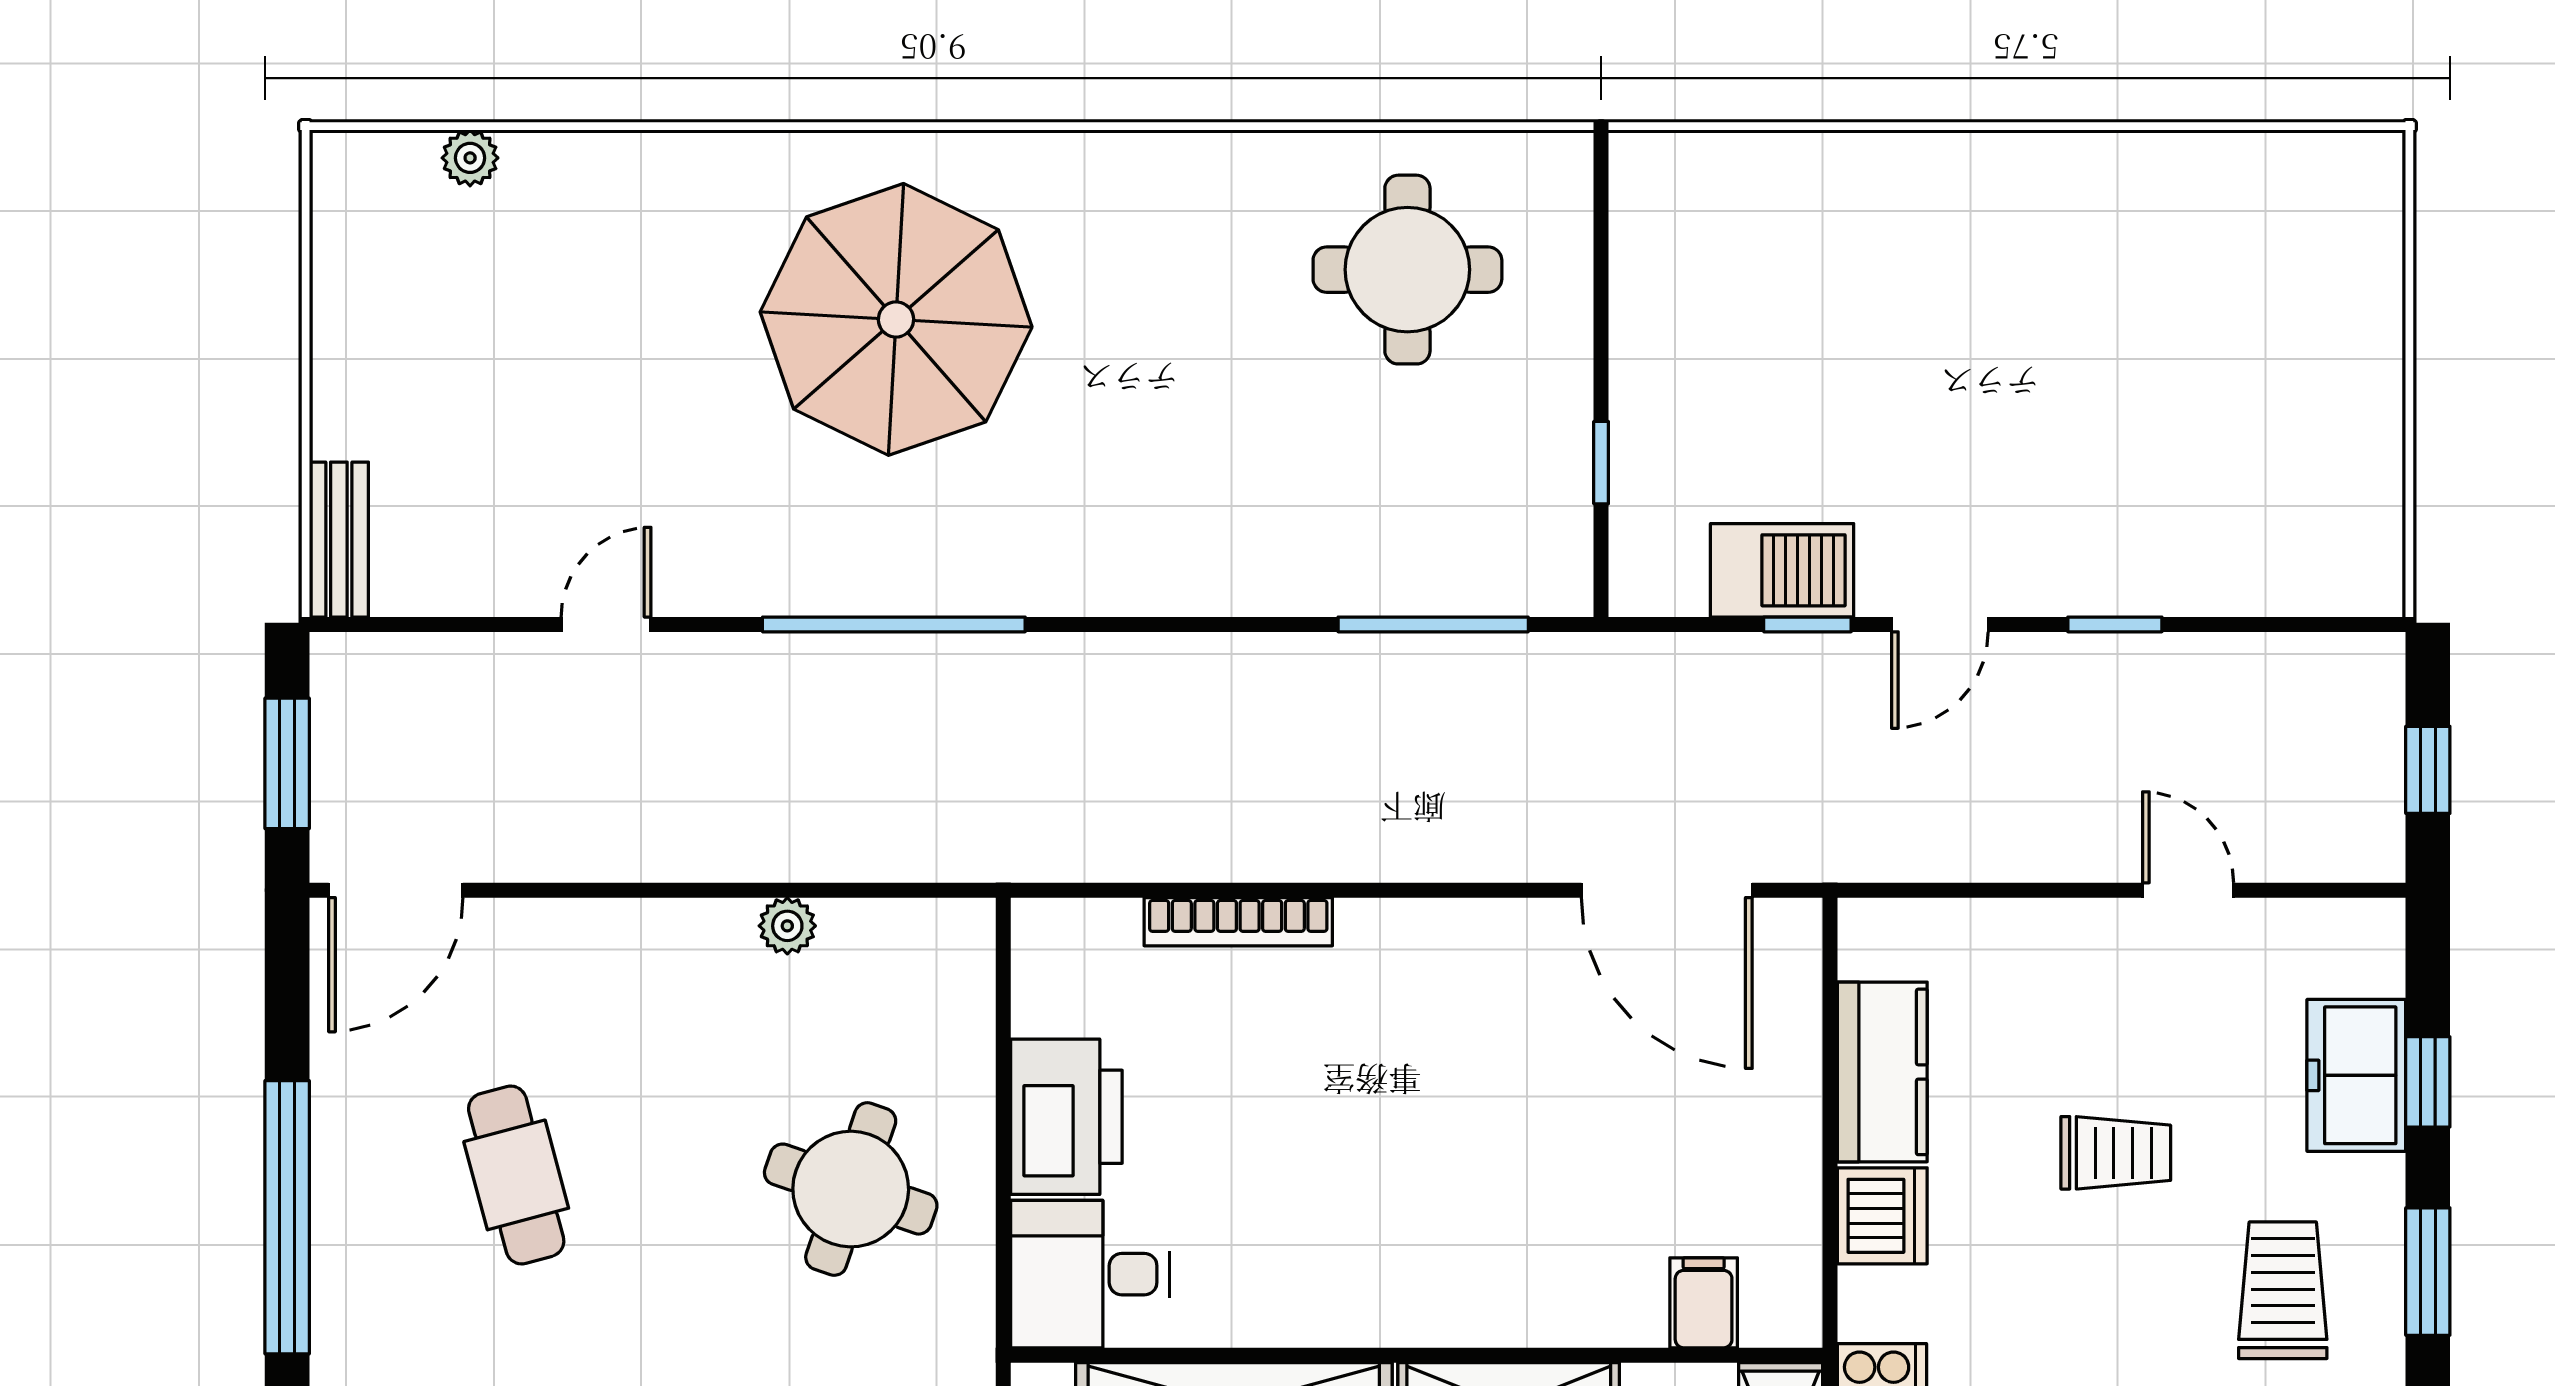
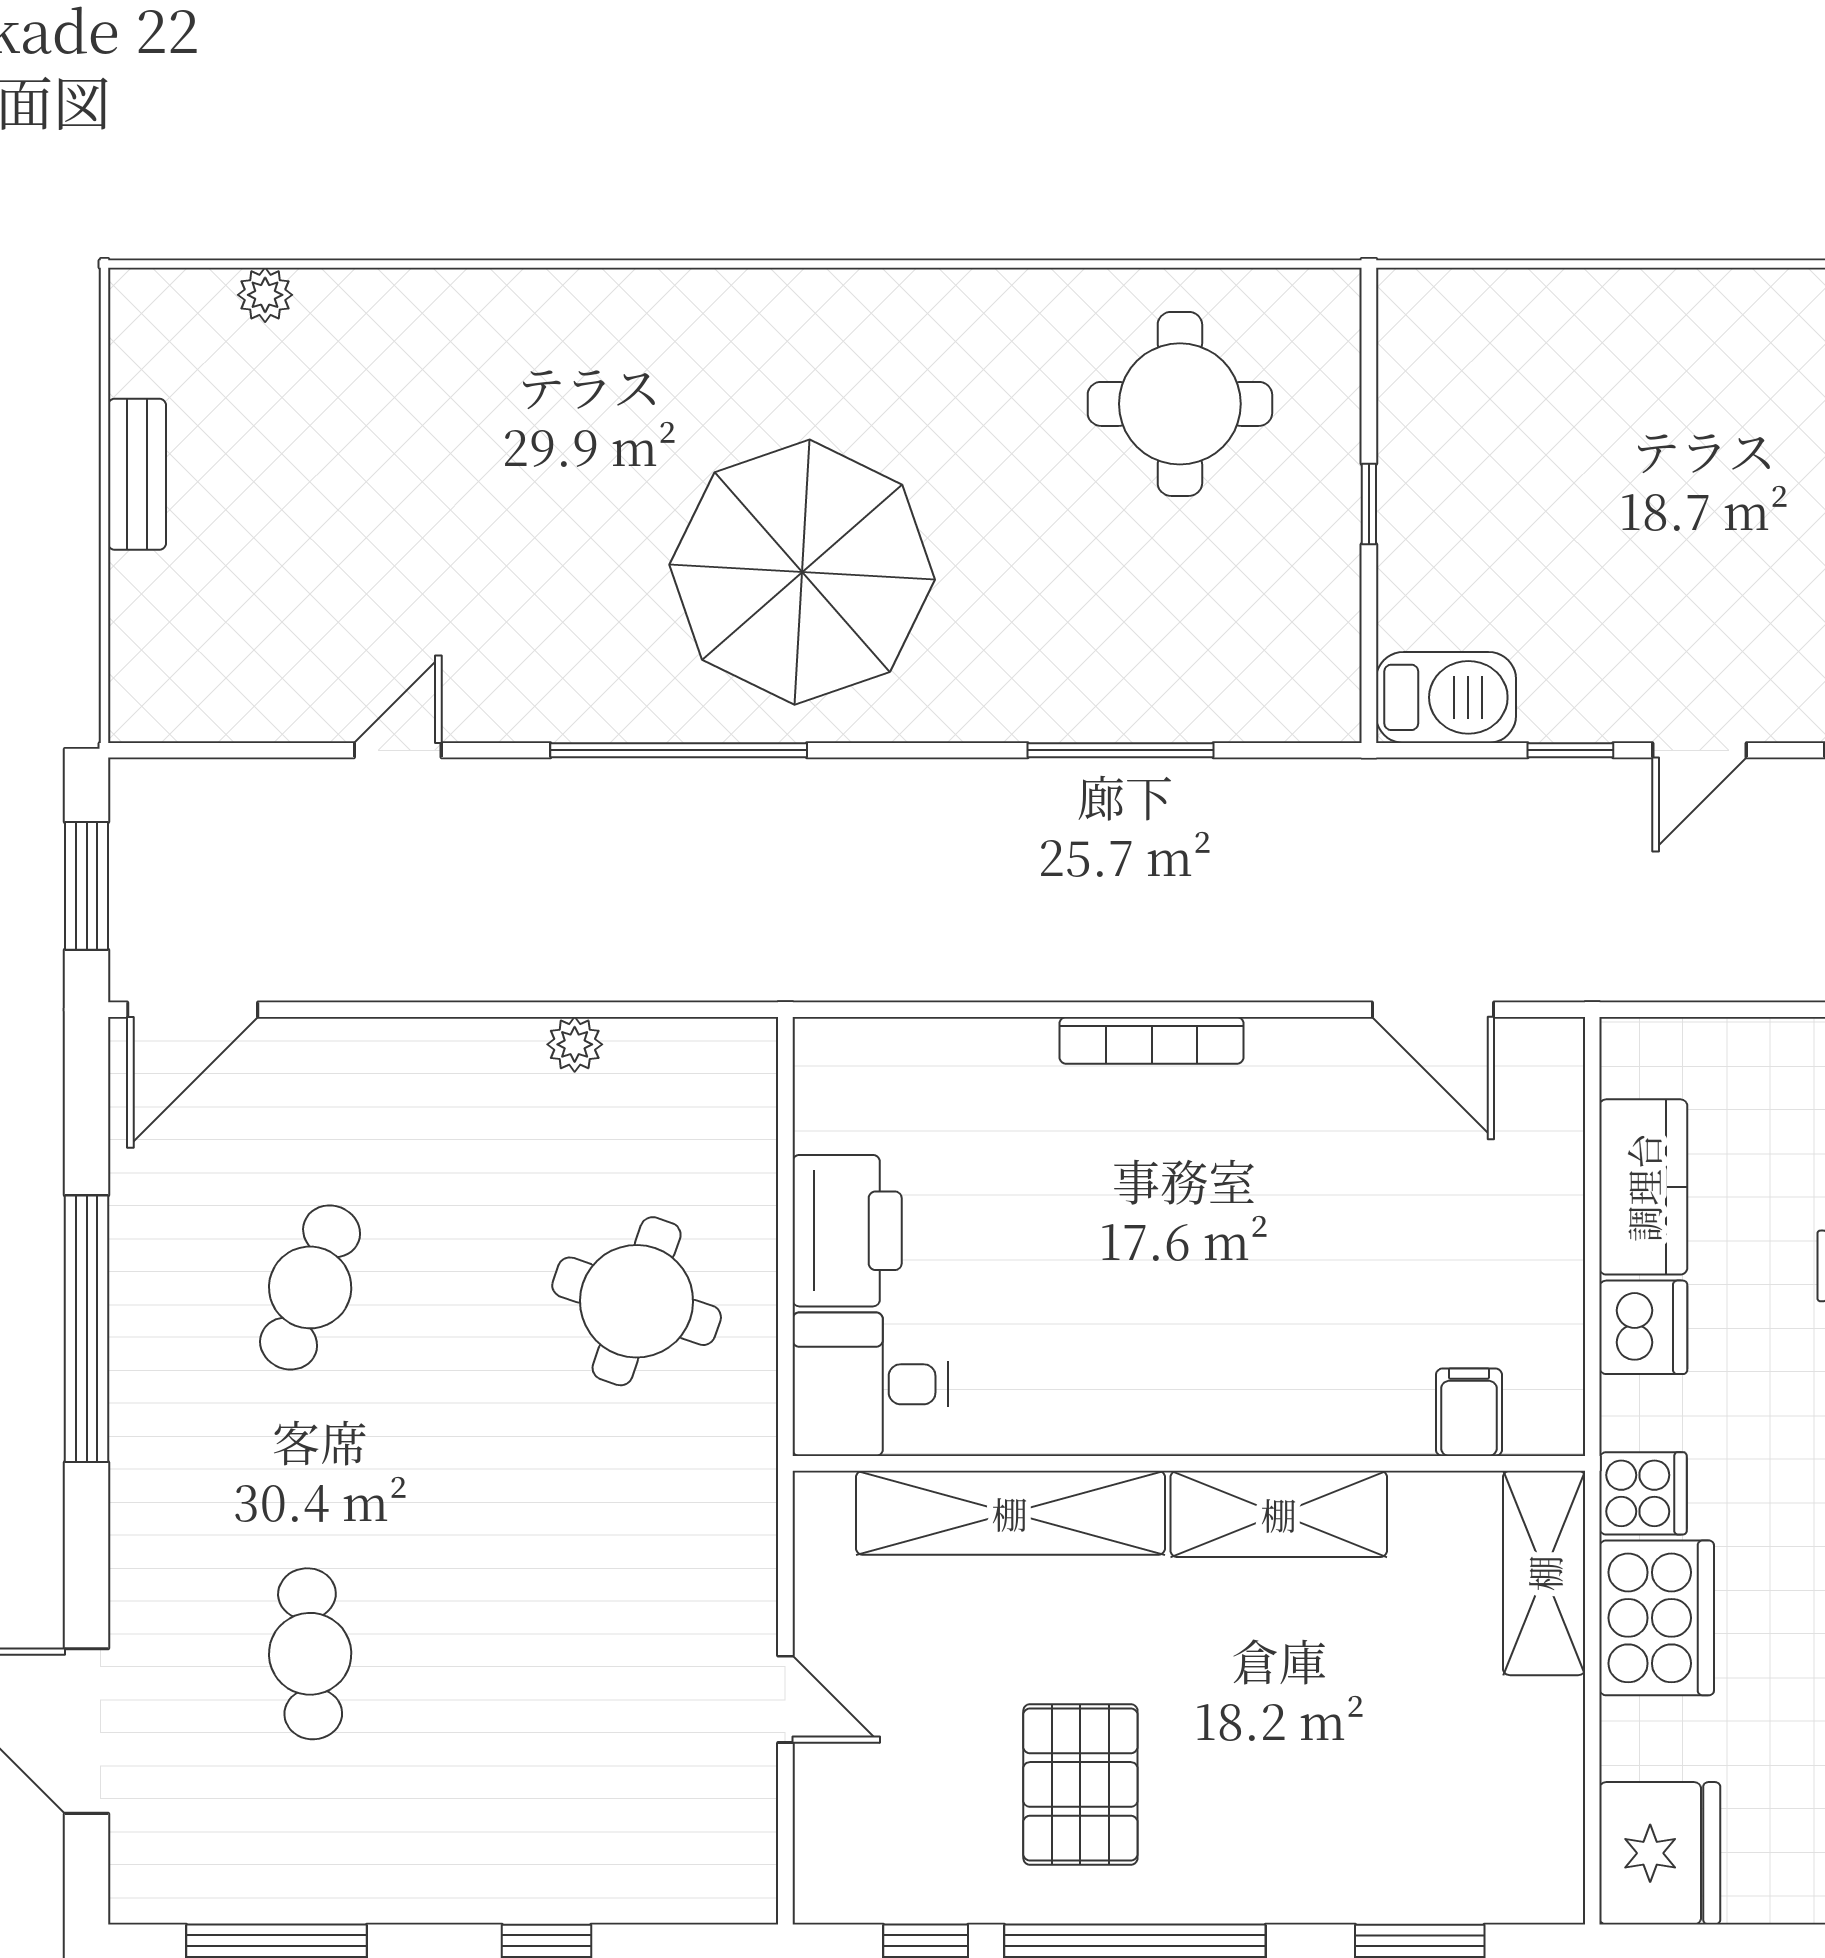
parasol: (896, 319) -> (802, 572), moved
window: (1601, 463) -> (1369, 504), moved
bench: (339, 540) -> (137, 474), moved
barbecue: (1782, 570) -> (1446, 697), moved
window: (1433, 624) -> (1120, 750), moved
door: (1667, 890) -> (1433, 1010), width x0.73
bookcase: (1238, 922) -> (1152, 1040), moved
cafe table: (516, 1175) -> (310, 1287), turned 36

